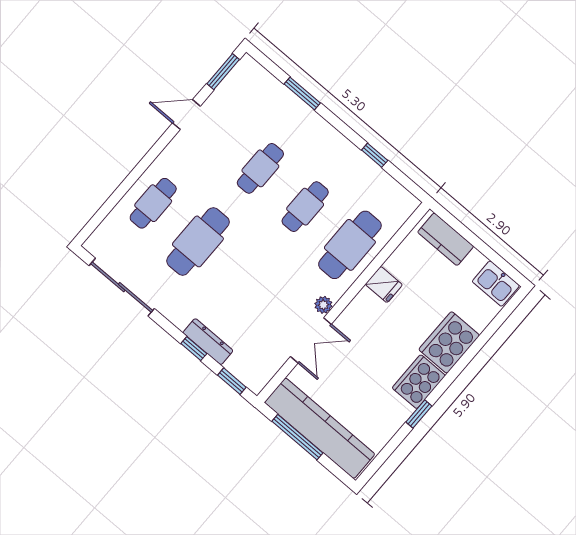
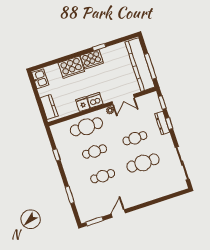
door: (186, 115) -> (118, 213), swing flipped
cafe table: (153, 203) -> (135, 138), moved
dishwasher: (365, 306) -> (95, 100), added
double door: (311, 340) -> (123, 100), swing flipped

